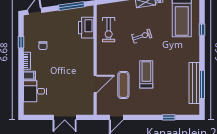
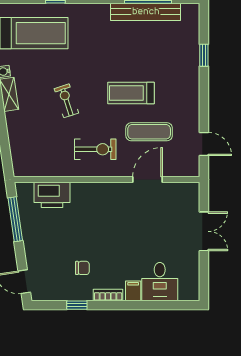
exercise bike: (109, 30) -> (95, 149), moved
door: (95, 84) -> (148, 179), hinge flipped

